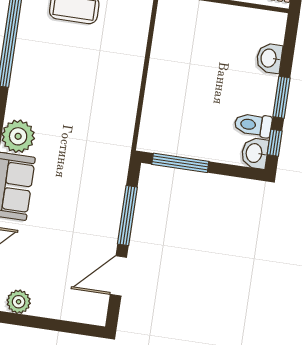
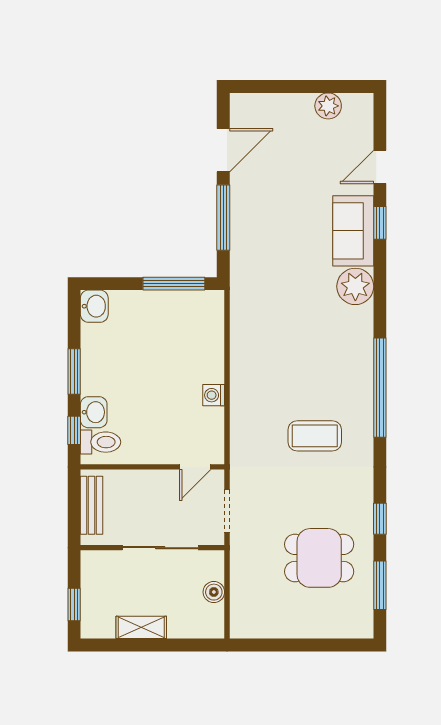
washing machine: (159, 58) -> (214, 395), added
toilet: (253, 125) -> (101, 442), moved
window: (275, 143) -> (74, 430), moved

